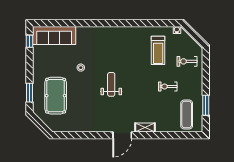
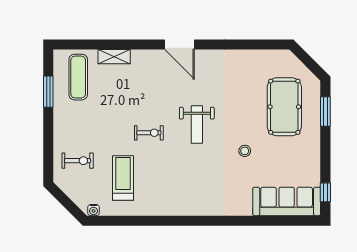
exercise bike: (168, 86) -> (149, 133), moved
shelving: (145, 127) -> (114, 57), moved
door: (122, 135) -> (179, 45), swing flipped

